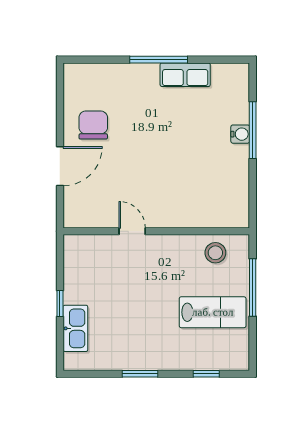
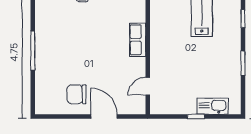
row of seats: (185, 75) -> (138, 40), moved, turned 180
door: (132, 231) -> (148, 86), moved
stool: (215, 253) -> (162, 13), removed

